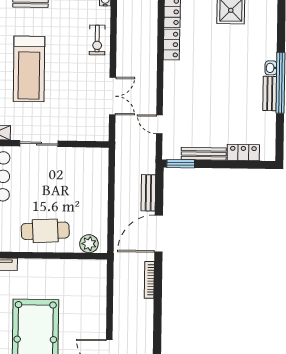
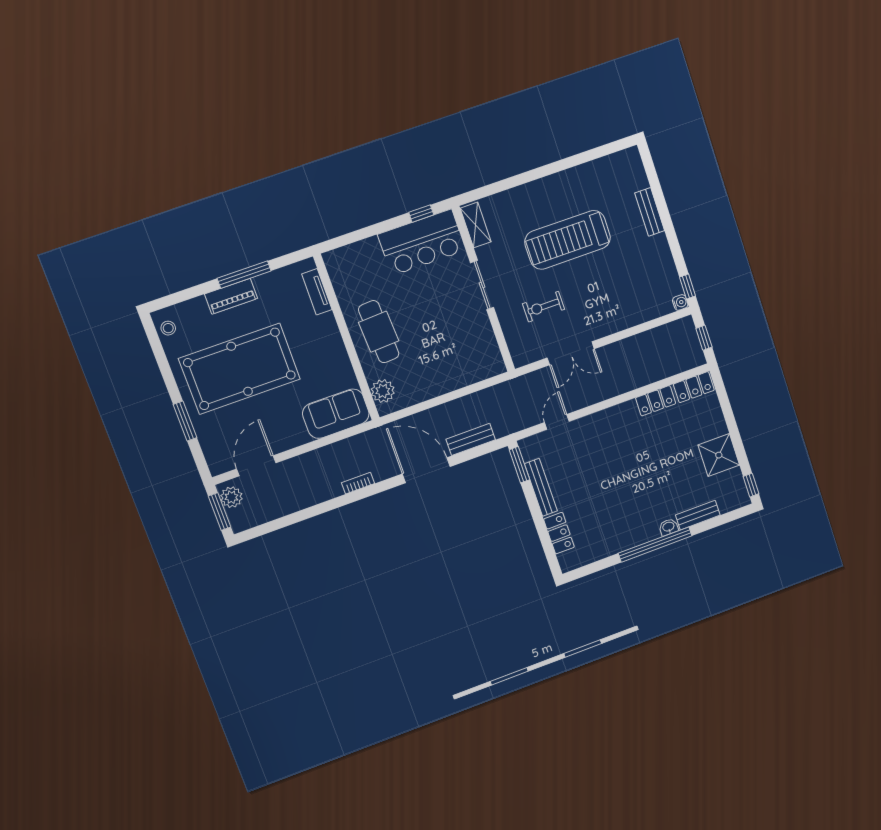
exercise bike: (97, 40) -> (544, 307), moved
bench: (270, 93) -> (698, 515), moved
bookcase: (149, 280) -> (358, 483), width x0.64
sofa: (93, 284) -> (336, 414), added

